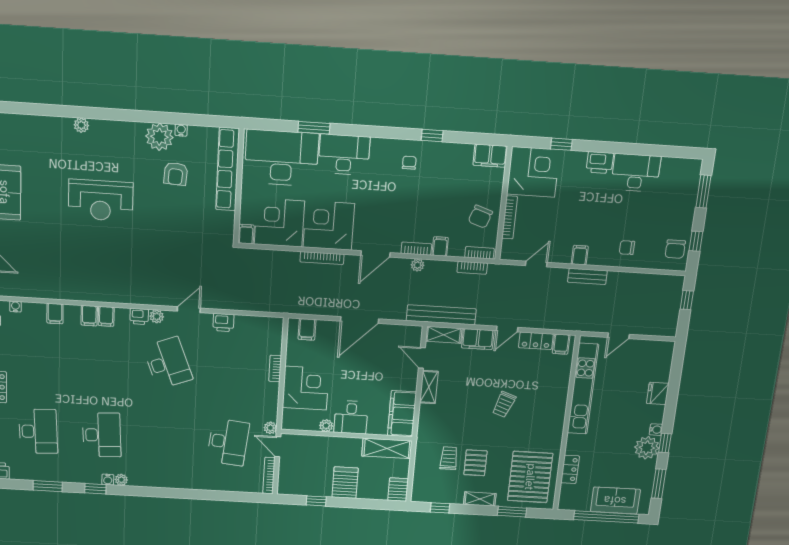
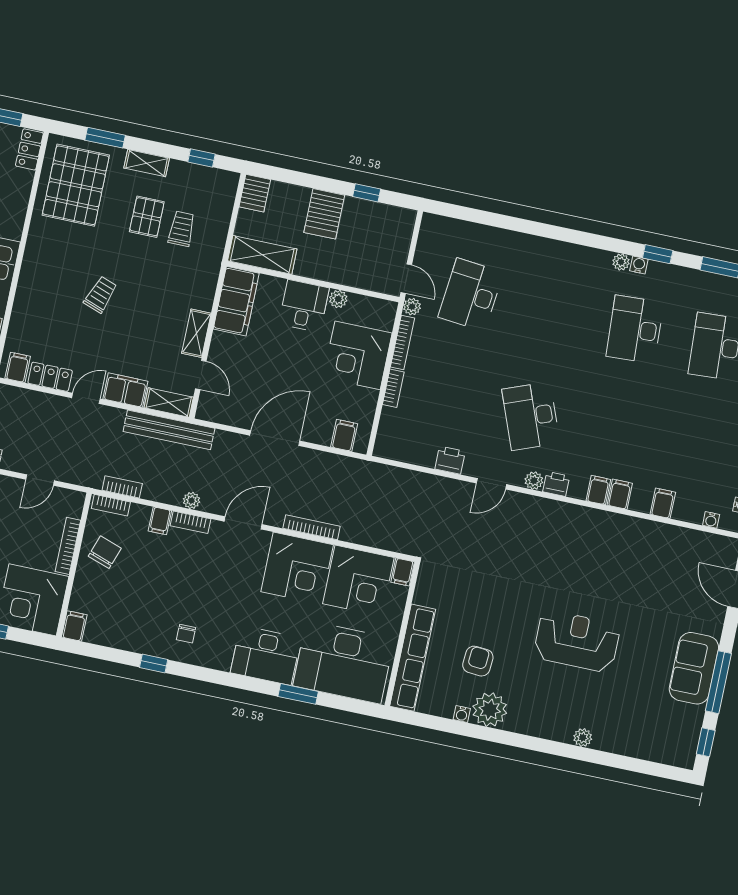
filing cabinet: (490, 156) -> (74, 626), width x0.50
trolley: (449, 458) -> (182, 229), turned 180
locker: (570, 469) -> (29, 149), moved
bookcase: (269, 476) -> (402, 343), moved

